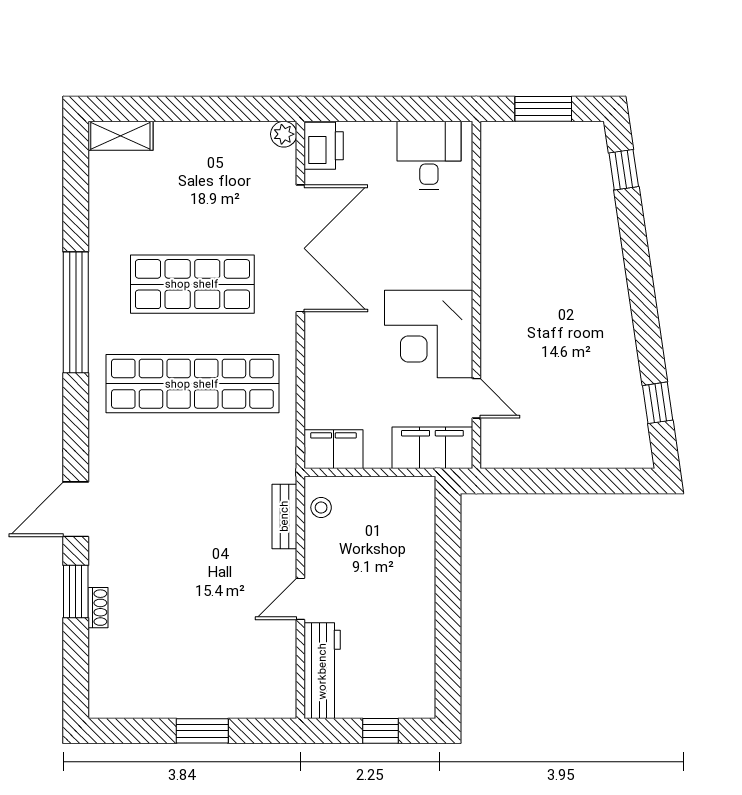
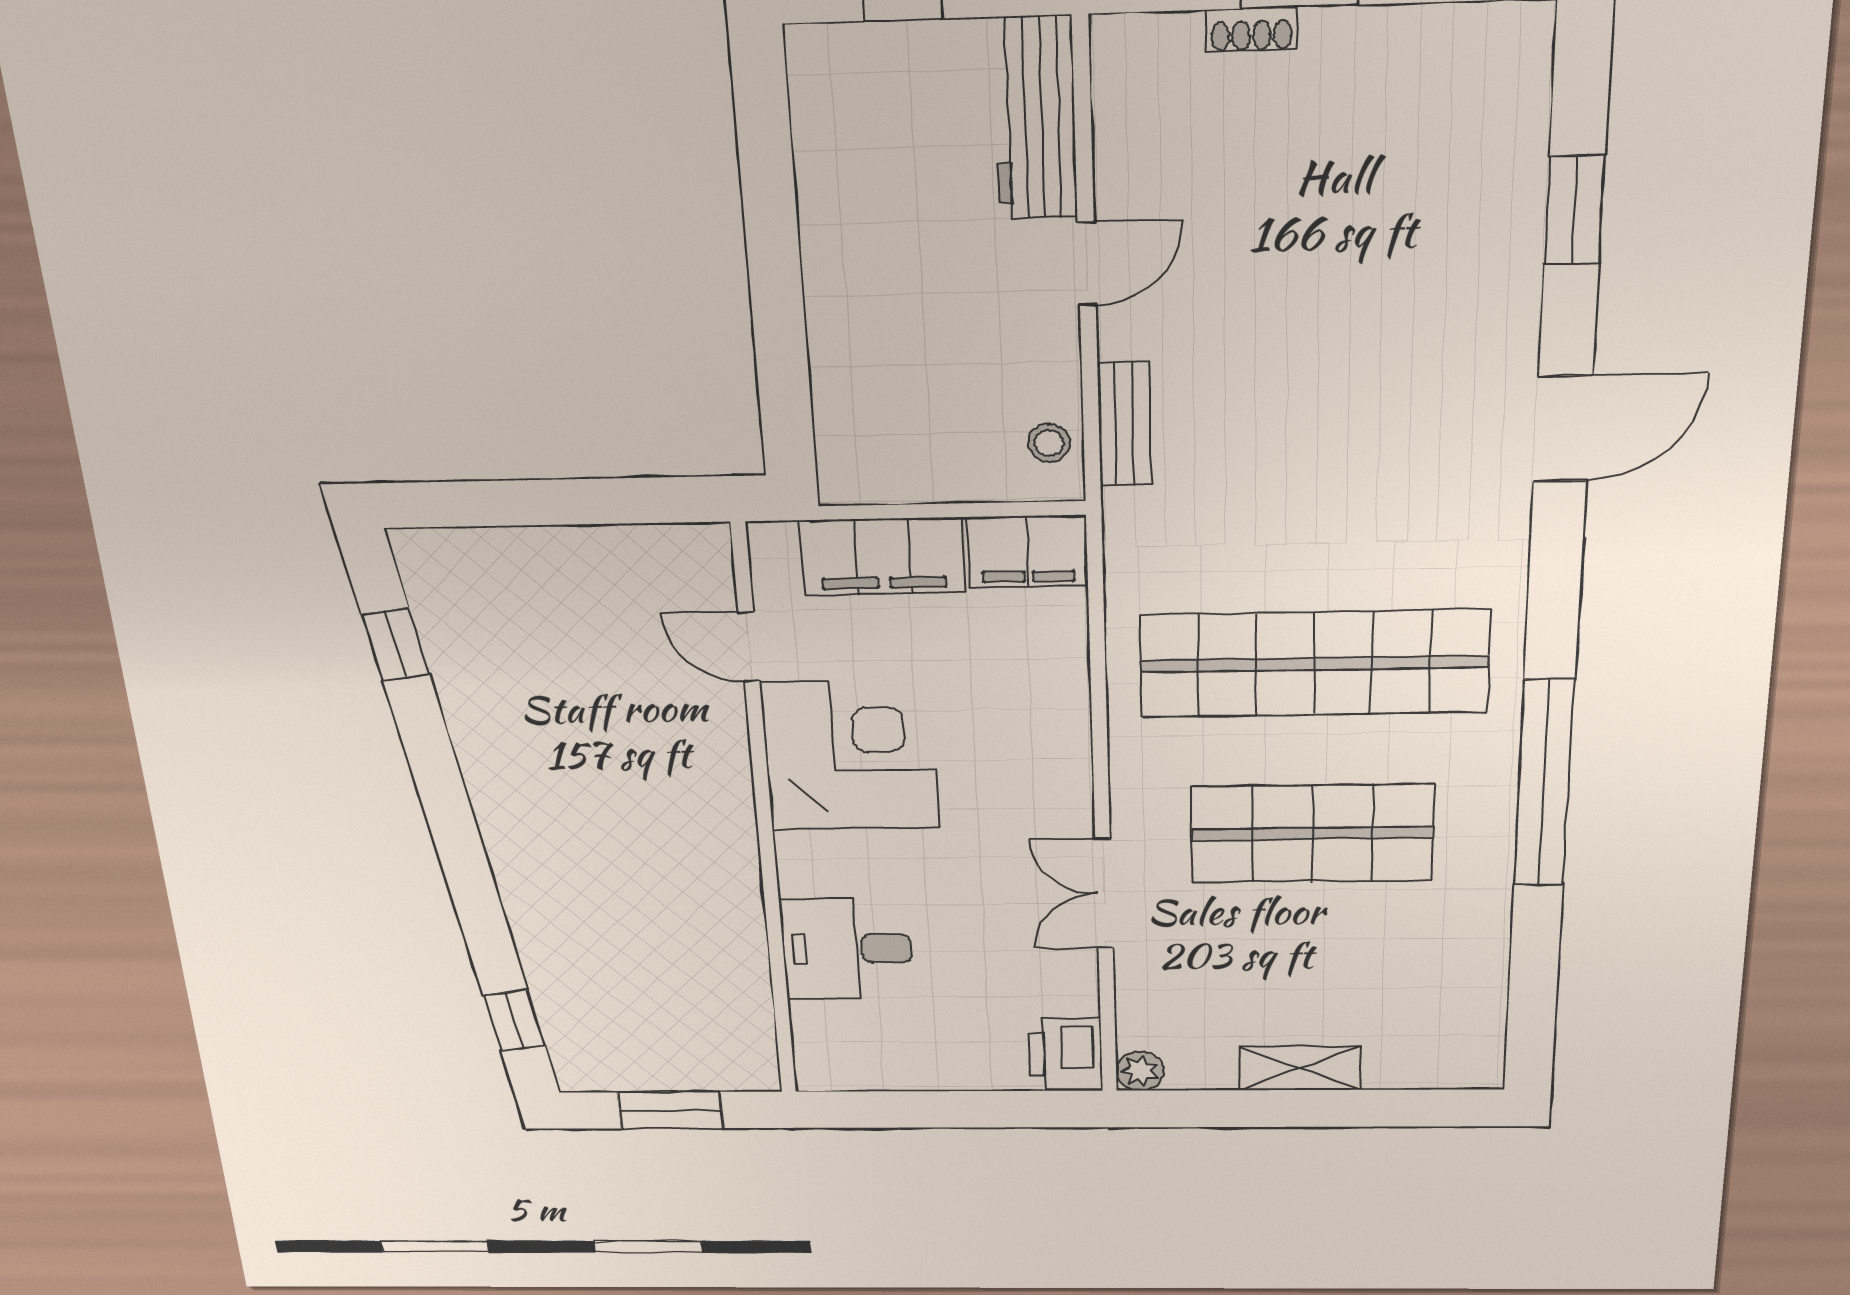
shelving: (120, 136) -> (1300, 1068), moved
desk: (429, 156) -> (847, 949), moved, turned 90
double door: (300, 248) -> (1104, 894), width x0.54
filing cabinet: (432, 448) -> (883, 557), moved
window: (76, 592) -> (1574, 210), moved
shoe rack: (98, 608) -> (1251, 30), moved, turned -90

